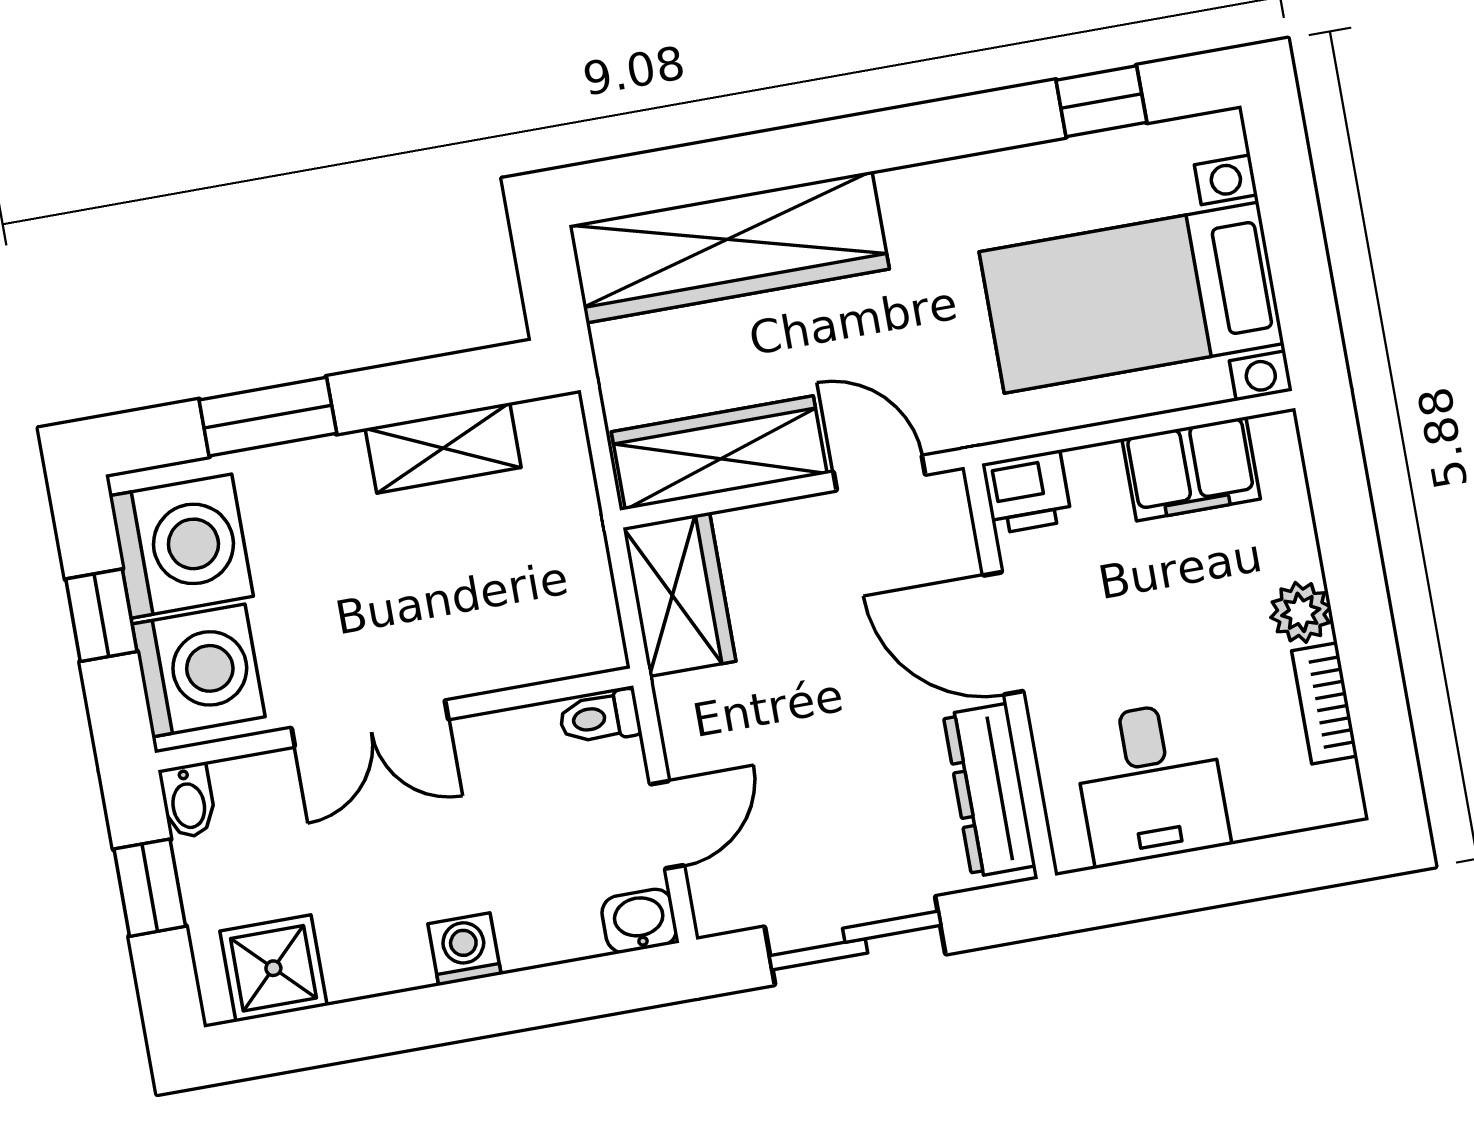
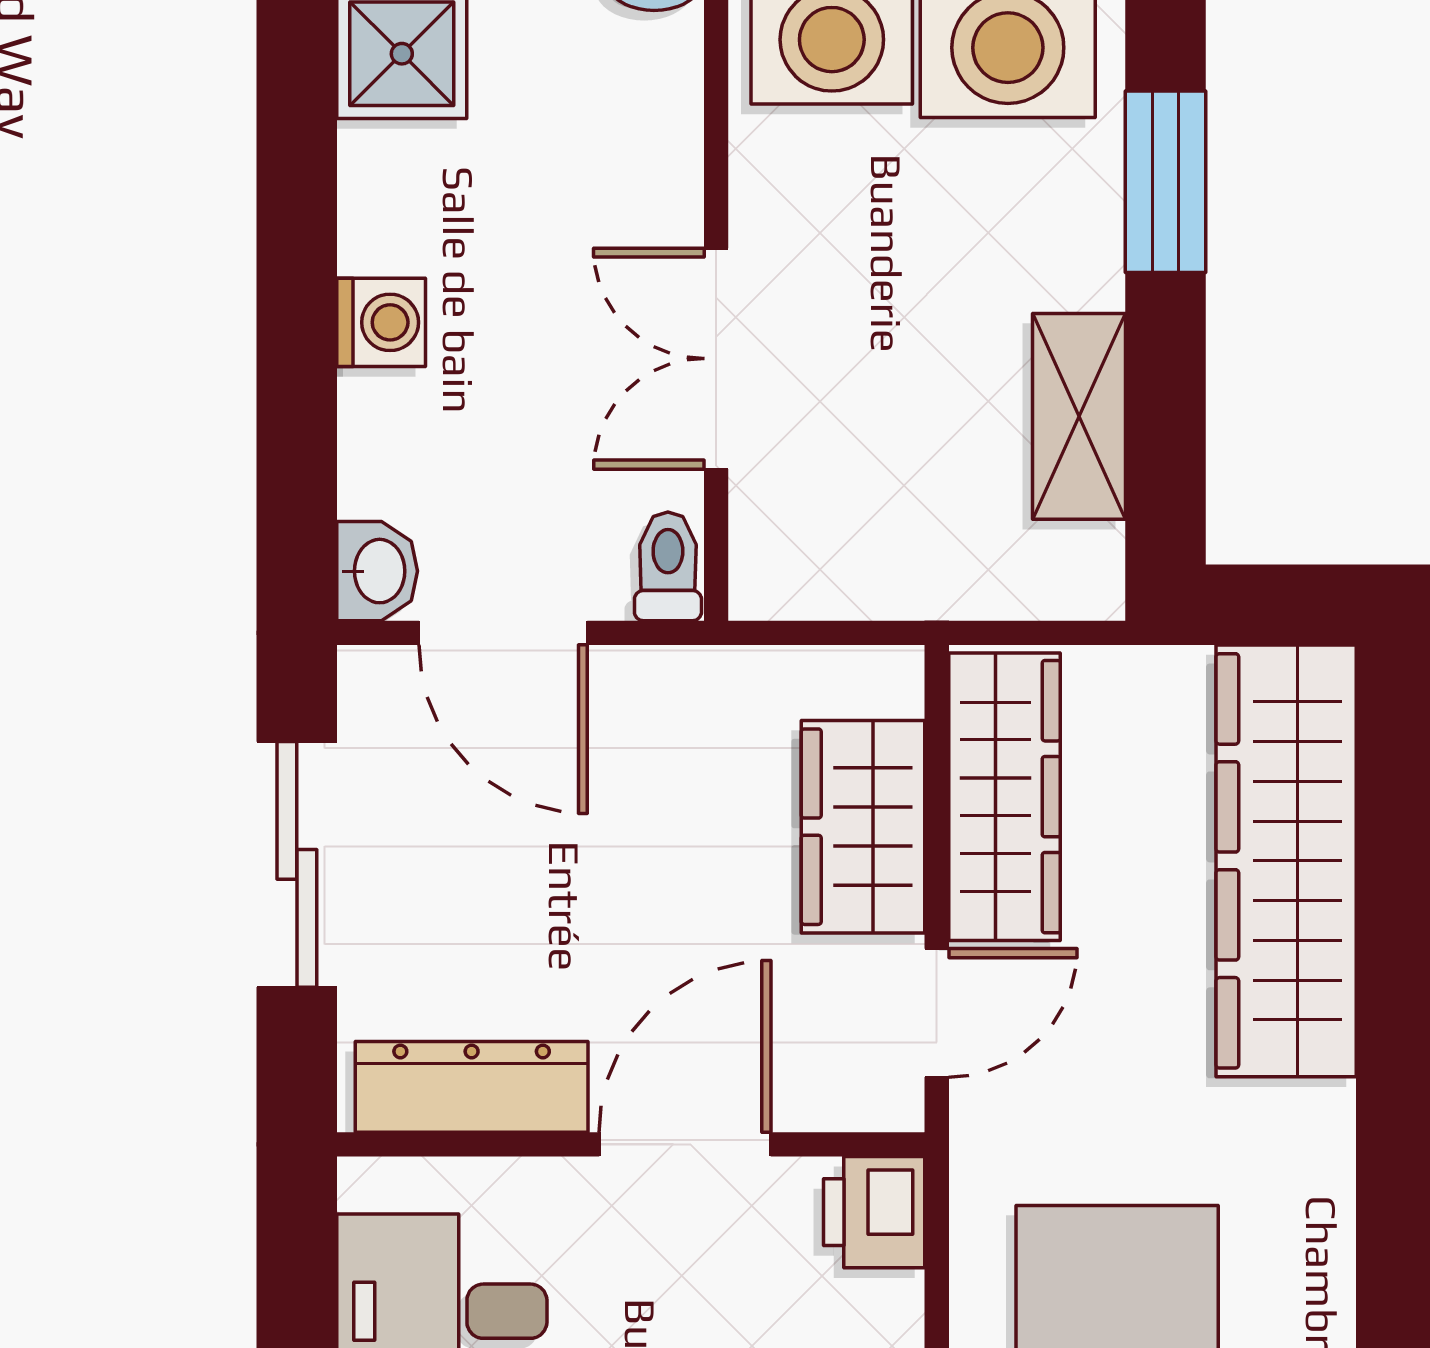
wardrobe: (679, 594) -> (863, 827), moved, turned 90
double door: (370, 724) -> (716, 359), moved
door: (667, 825) -> (503, 633), width x1.38

